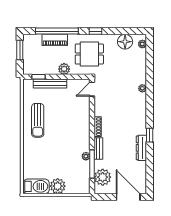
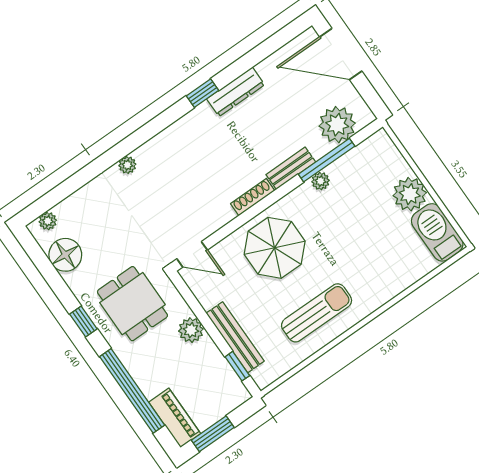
piano: (55, 40) -> (175, 418), moved
parasol: (73, 122) -> (275, 248), added
door: (128, 197) -> (341, 54), hinge flipped

